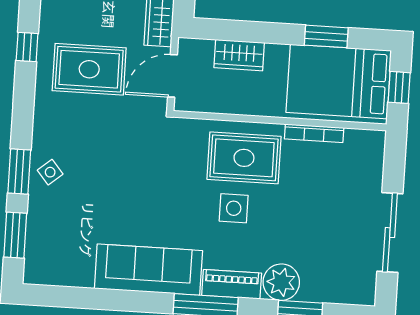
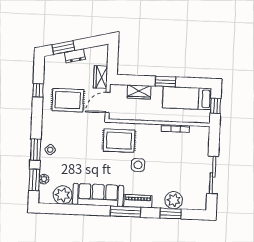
window: (326, 36) -> (165, 82), moved
bed: (339, 81) -> (187, 98), width x0.67
rug: (244, 158) -> (119, 141), moved
plant: (36, 234) -> (44, 179), added
plant: (74, 268) -> (63, 195), added
plant: (281, 282) -> (174, 200), moved

